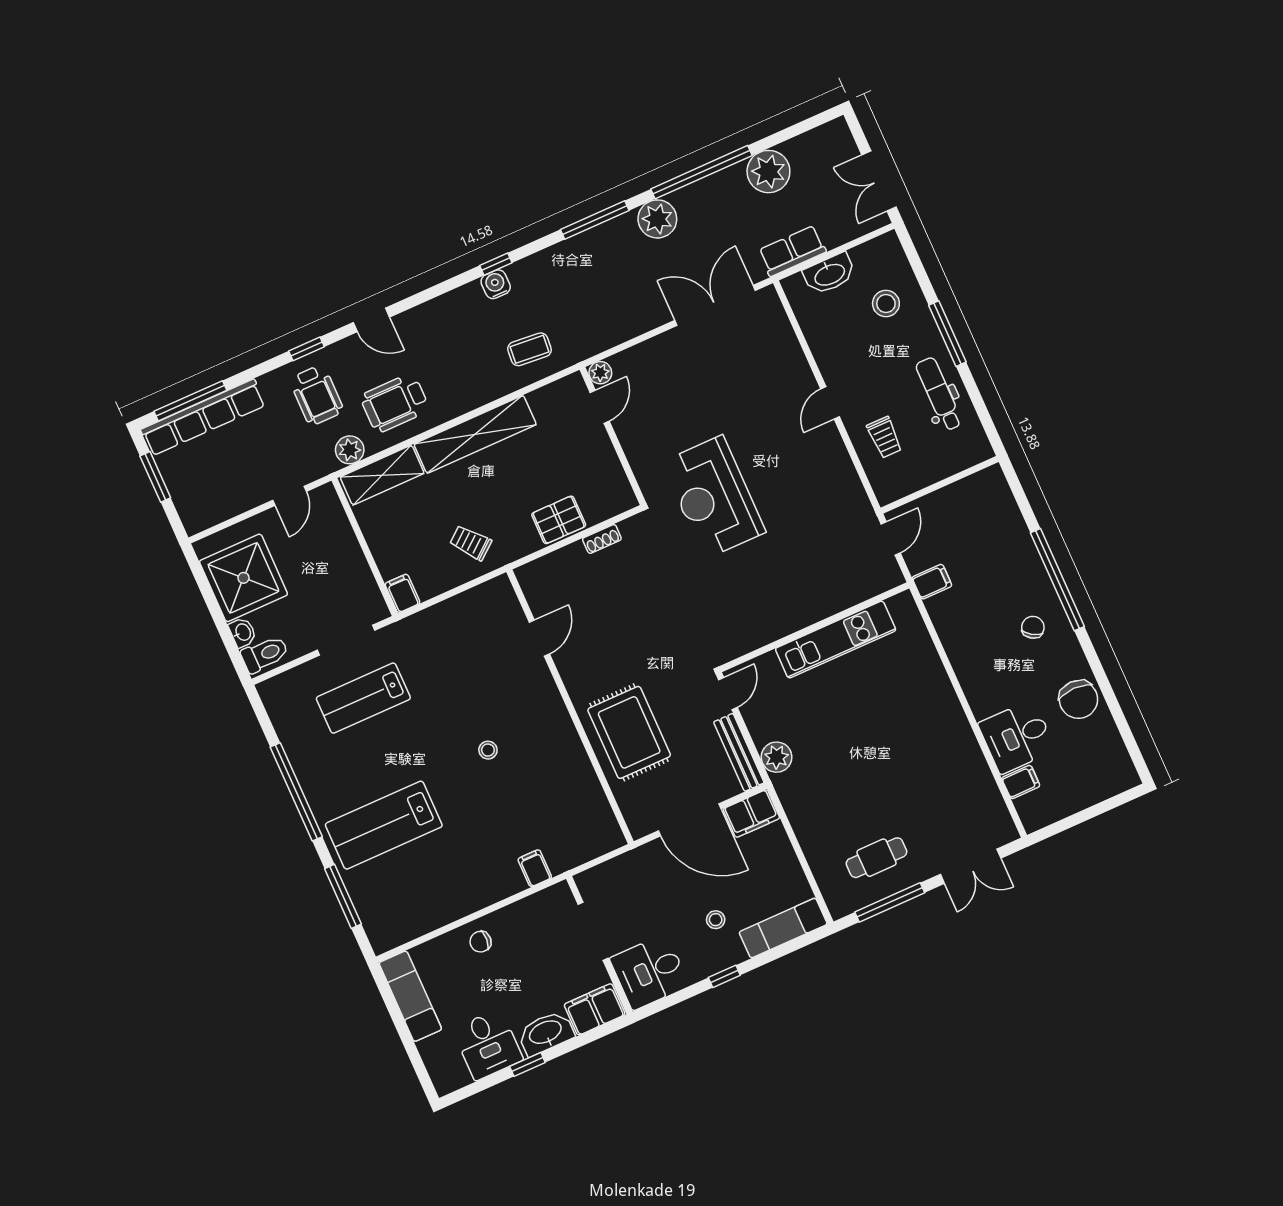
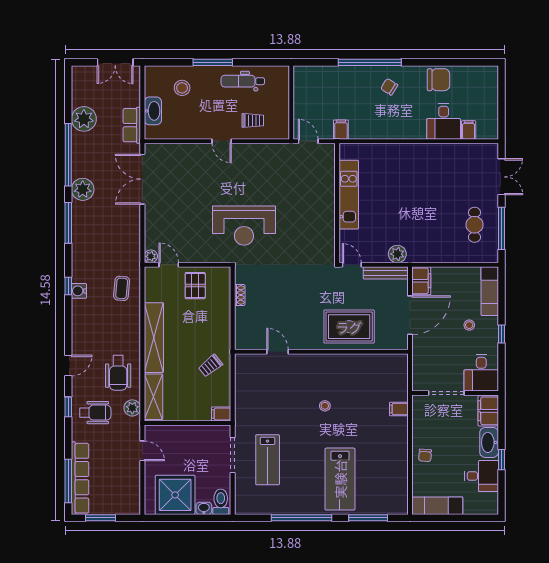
pallet: (559, 520) -> (195, 286), moved

